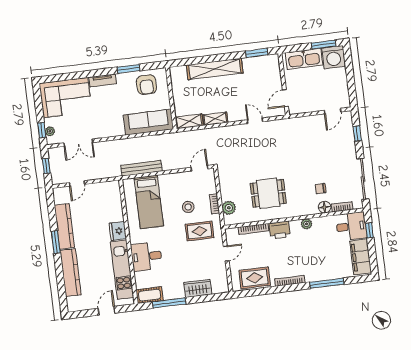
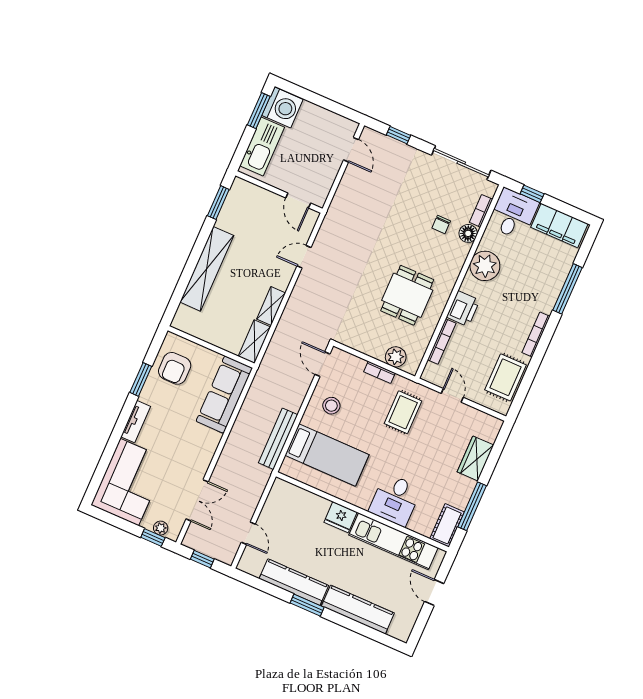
armchair: (147, 85) -> (175, 368), turned 90
stool: (188, 207) -> (331, 406), moved
plant: (307, 224) -> (485, 266), width x1.87, depth x1.87

